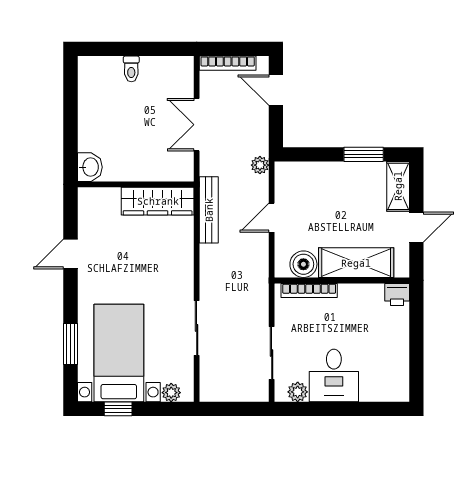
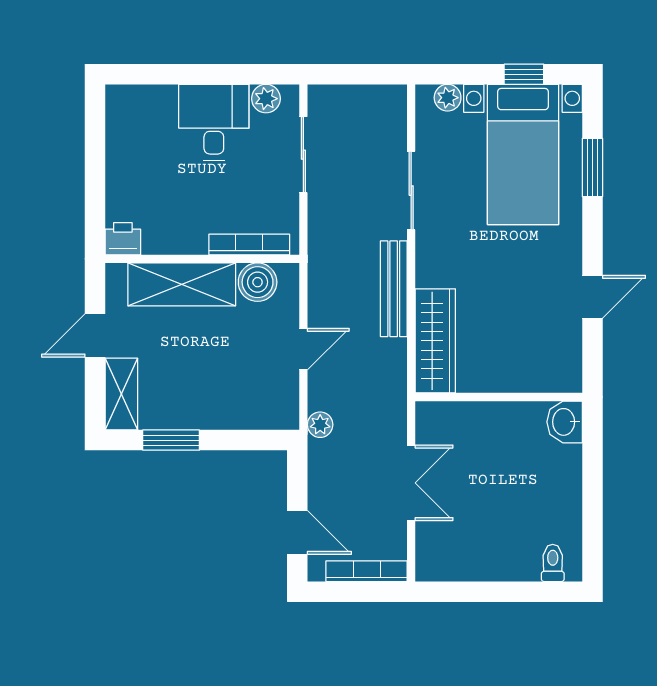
toilet: (131, 69) -> (553, 563), moved
wardrobe: (158, 201) -> (435, 341), moved, turned 90
bench: (209, 210) -> (394, 289), moved

